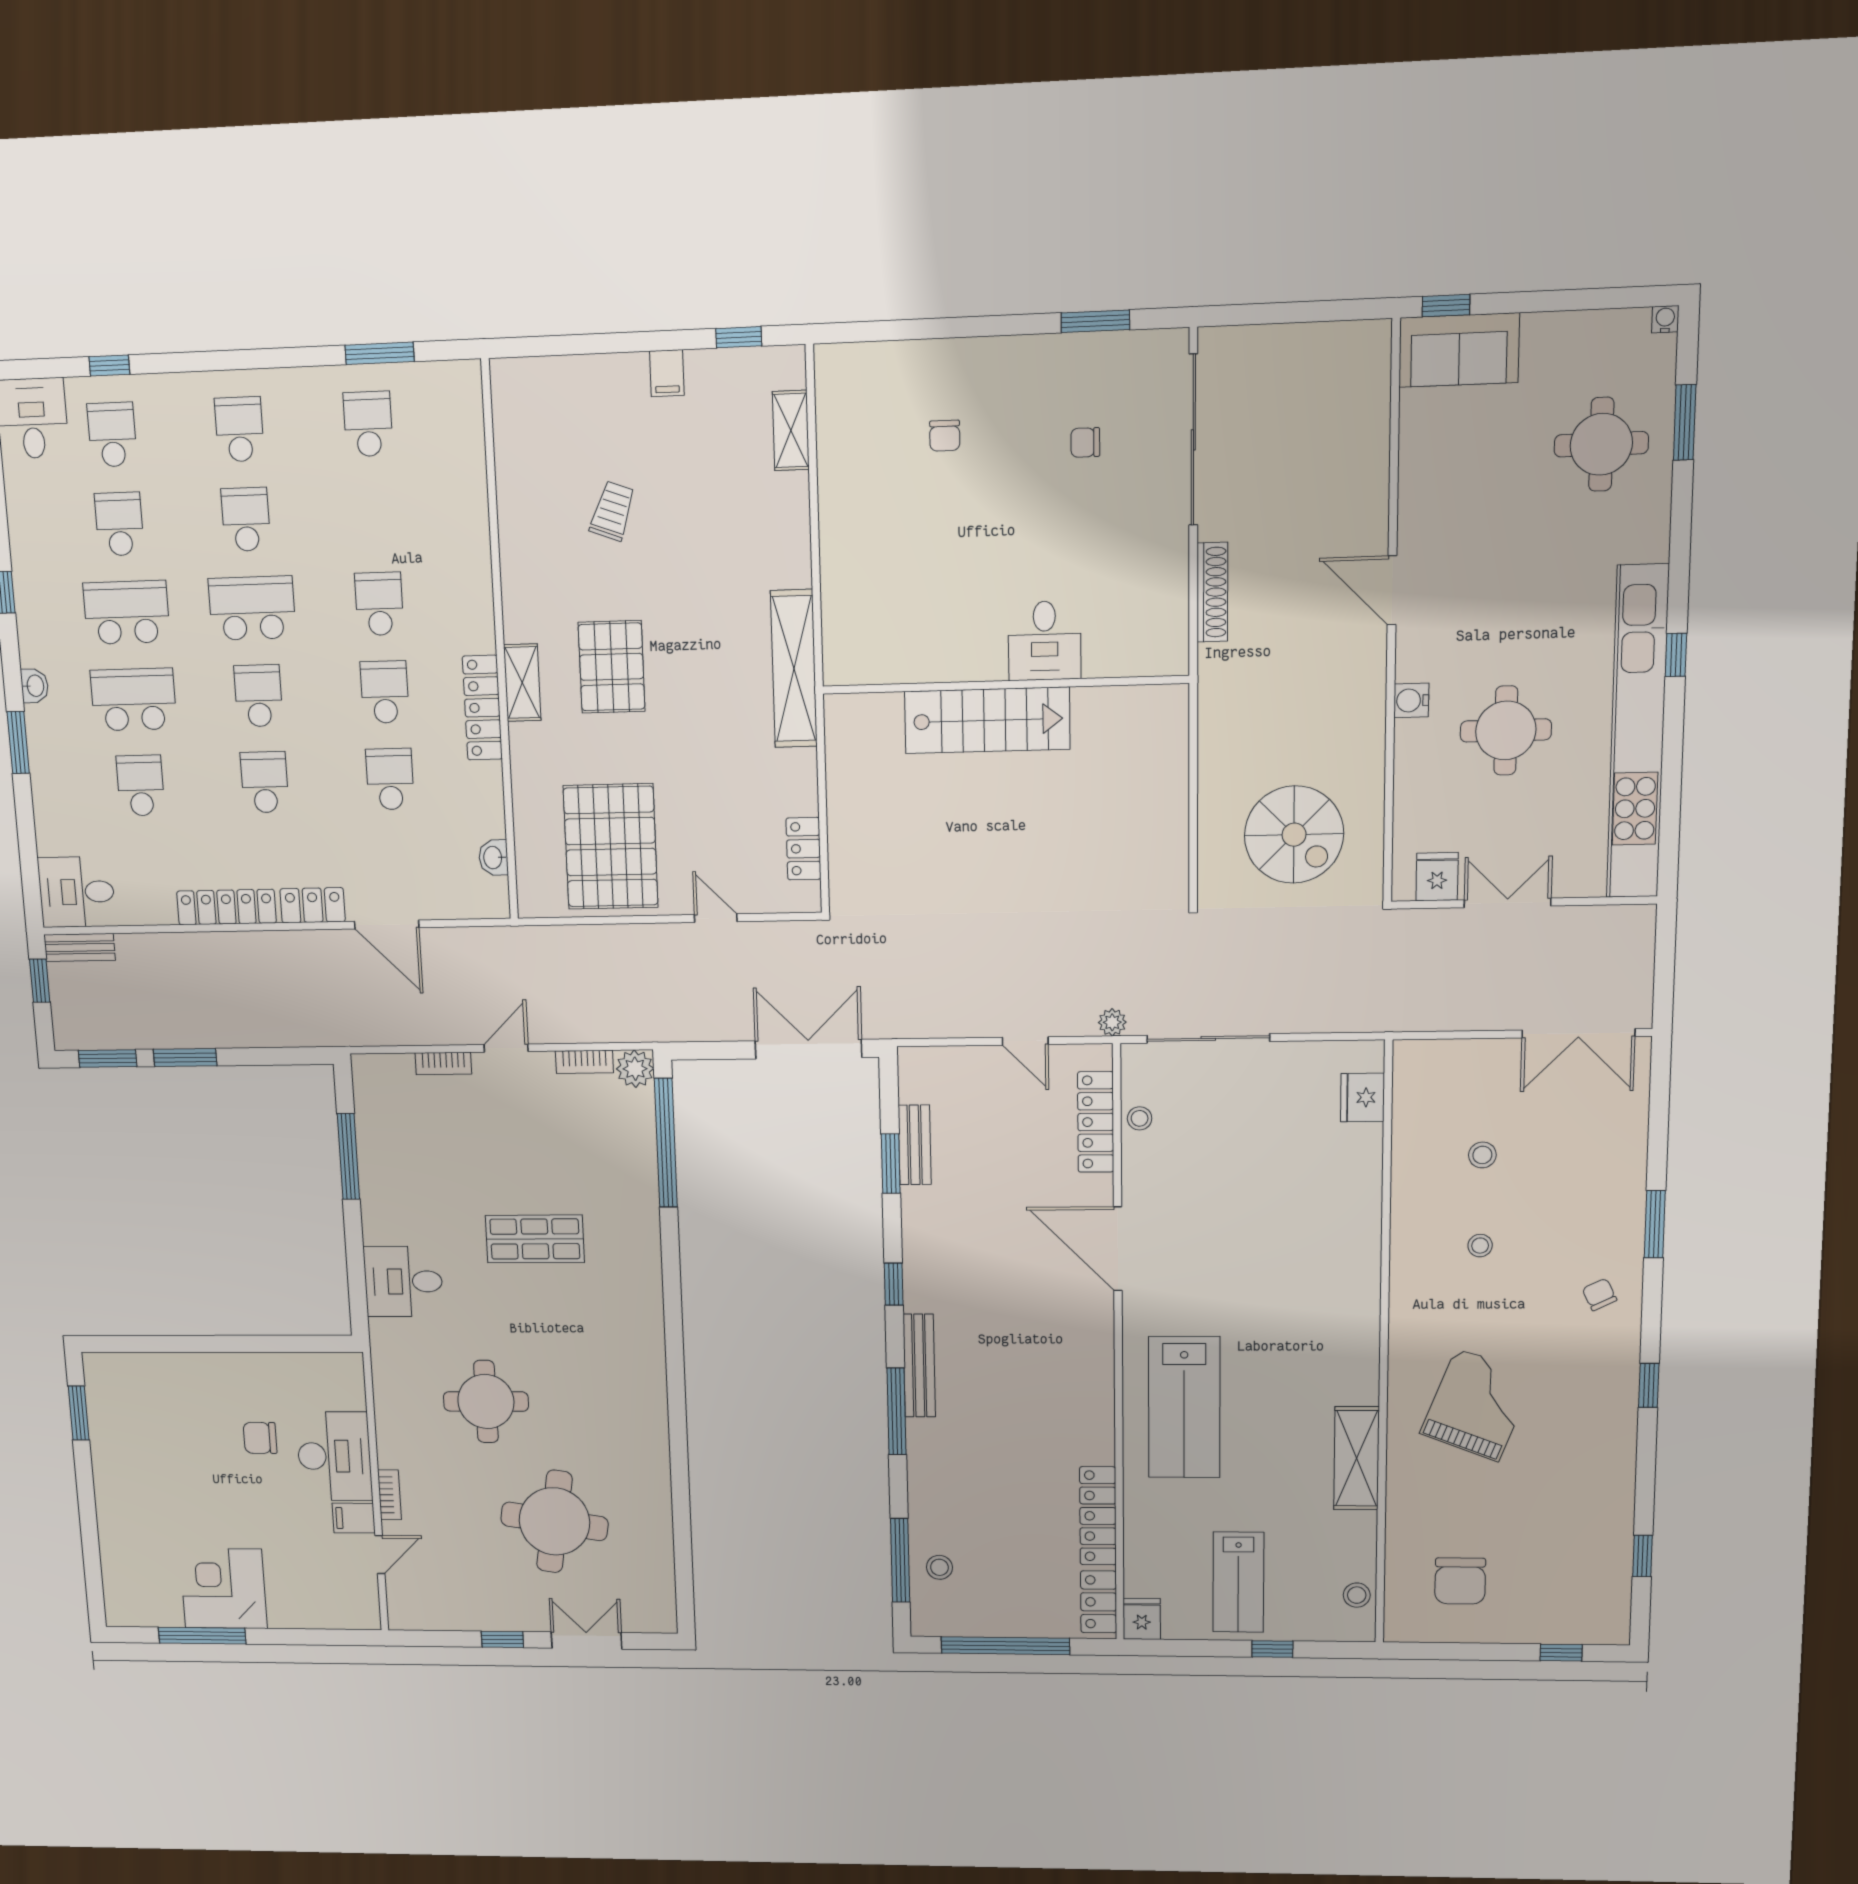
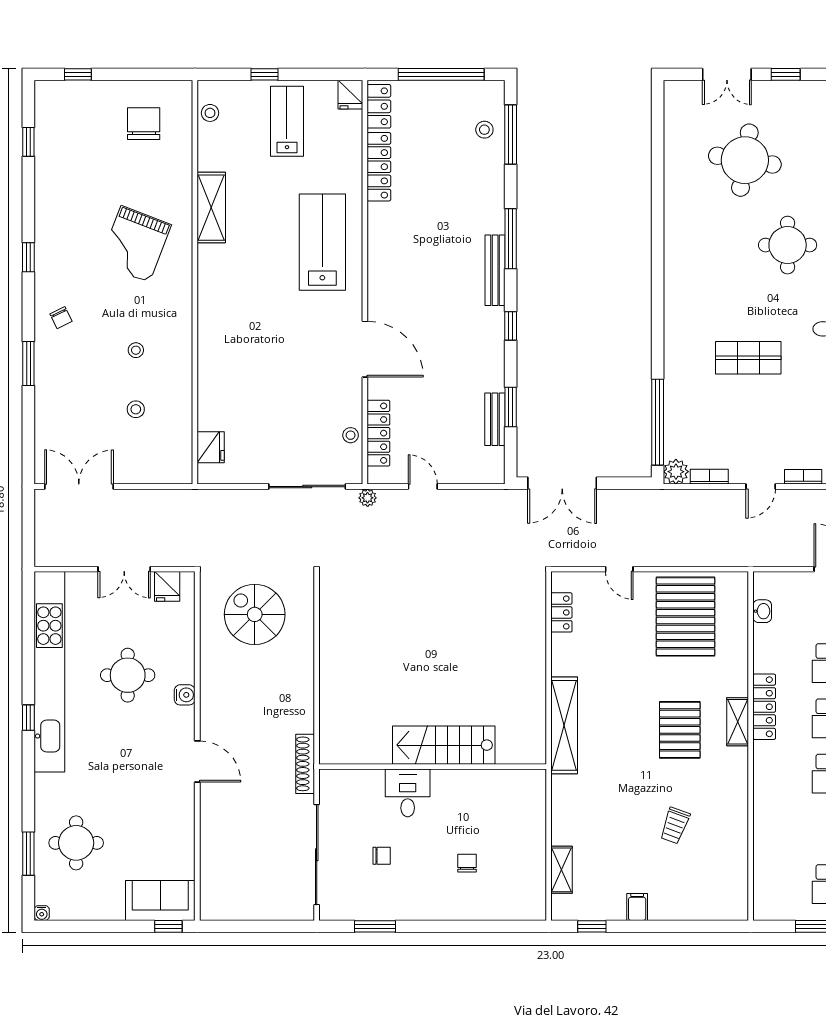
desk: (1045, 641) -> (408, 793), moved
wall: (1005, 685) -> (433, 767), moved
stairs: (987, 720) -> (444, 745), moved

